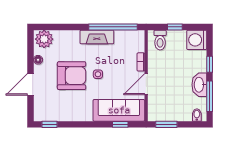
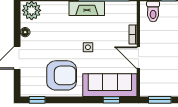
armchair: (72, 76) -> (62, 75), moved
door: (146, 84) -> (138, 58), hinge flipped

